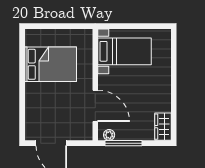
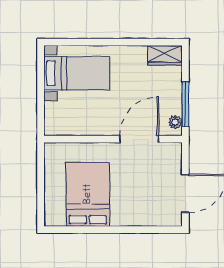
bed with nightstands: (125, 51) -> (77, 73), moved, turned 90

